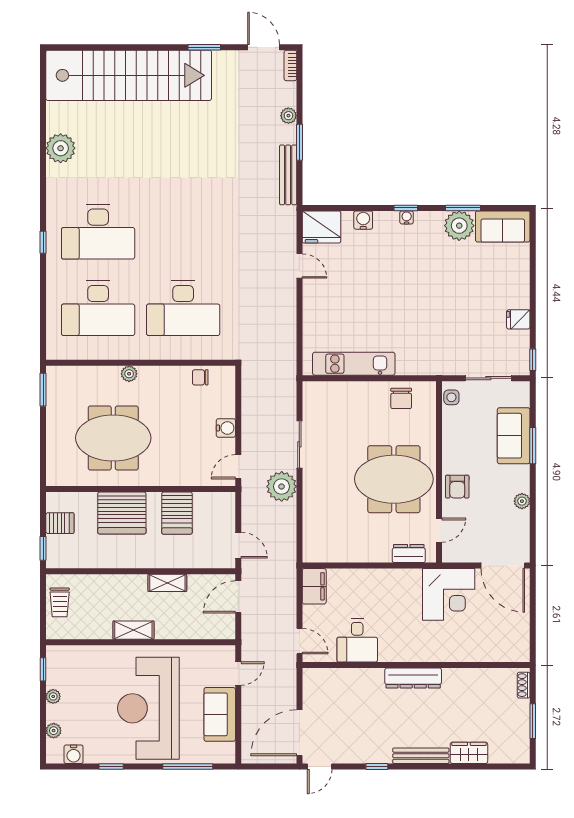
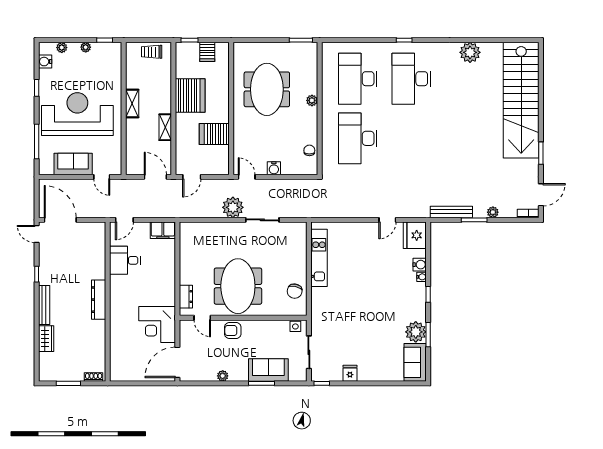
water cooler: (407, 217) -> (421, 277), moved
chair: (401, 398) -> (295, 291), turned -77
server rack: (122, 513) -> (190, 96), moved, turned 180

